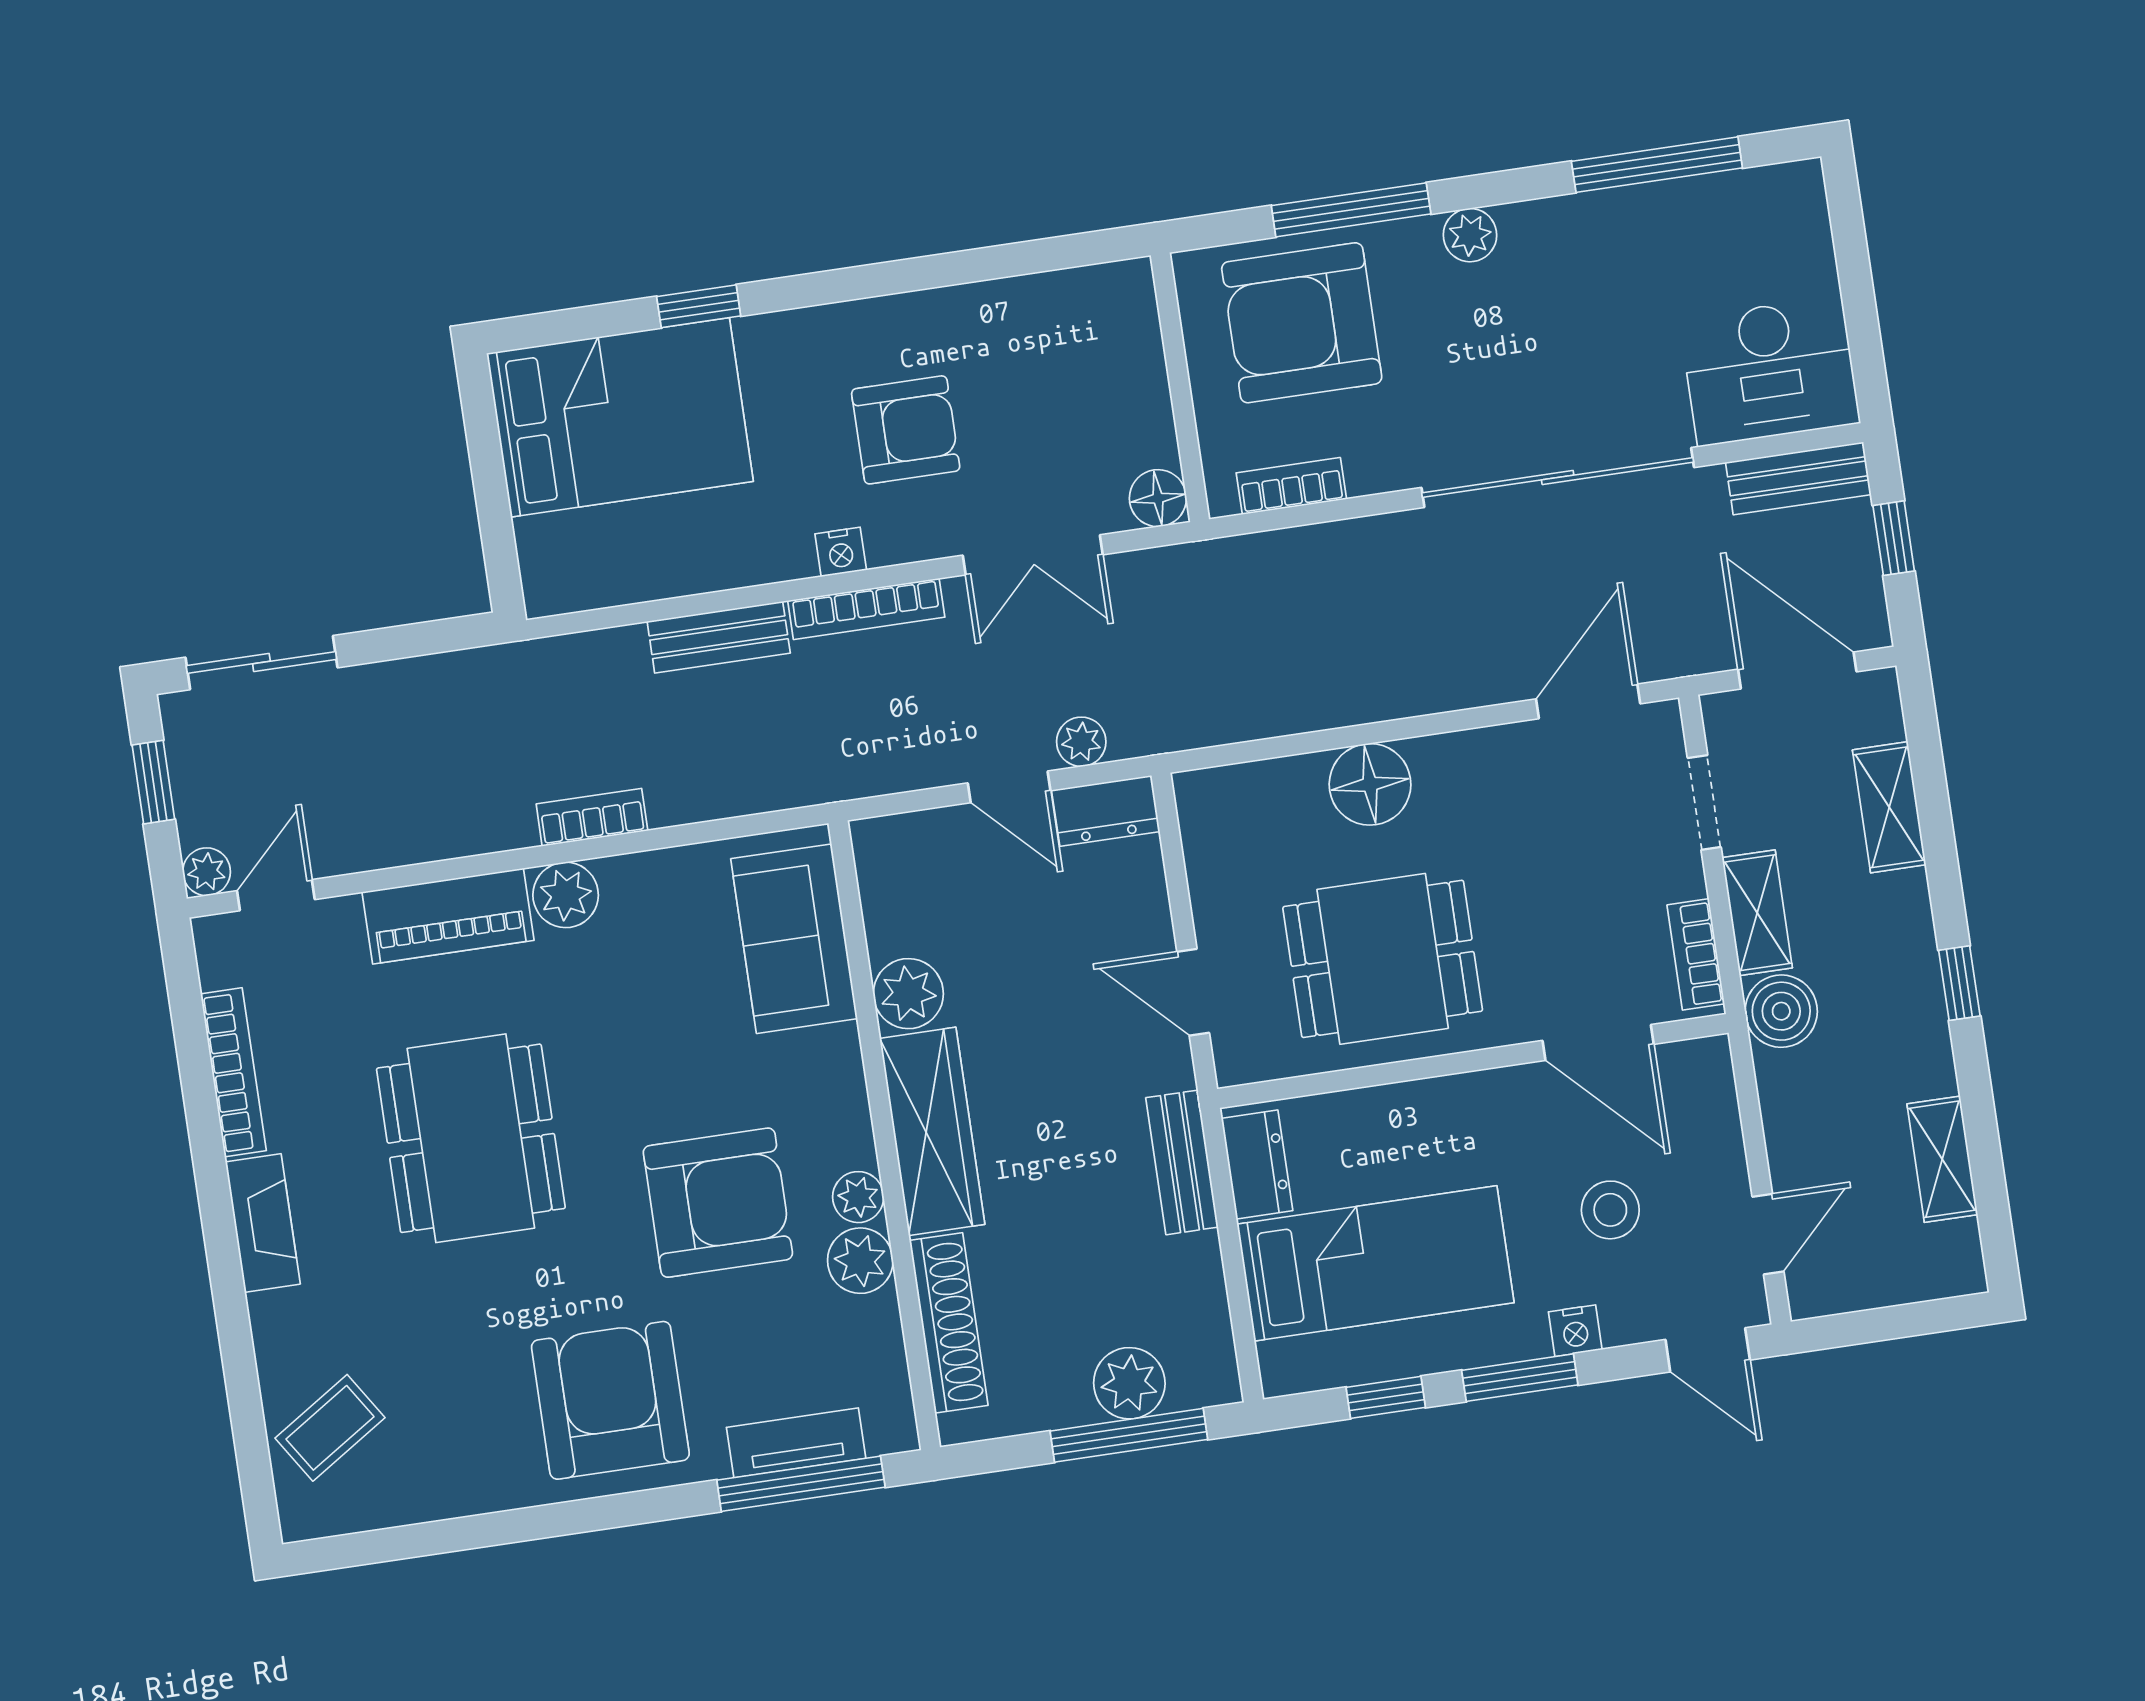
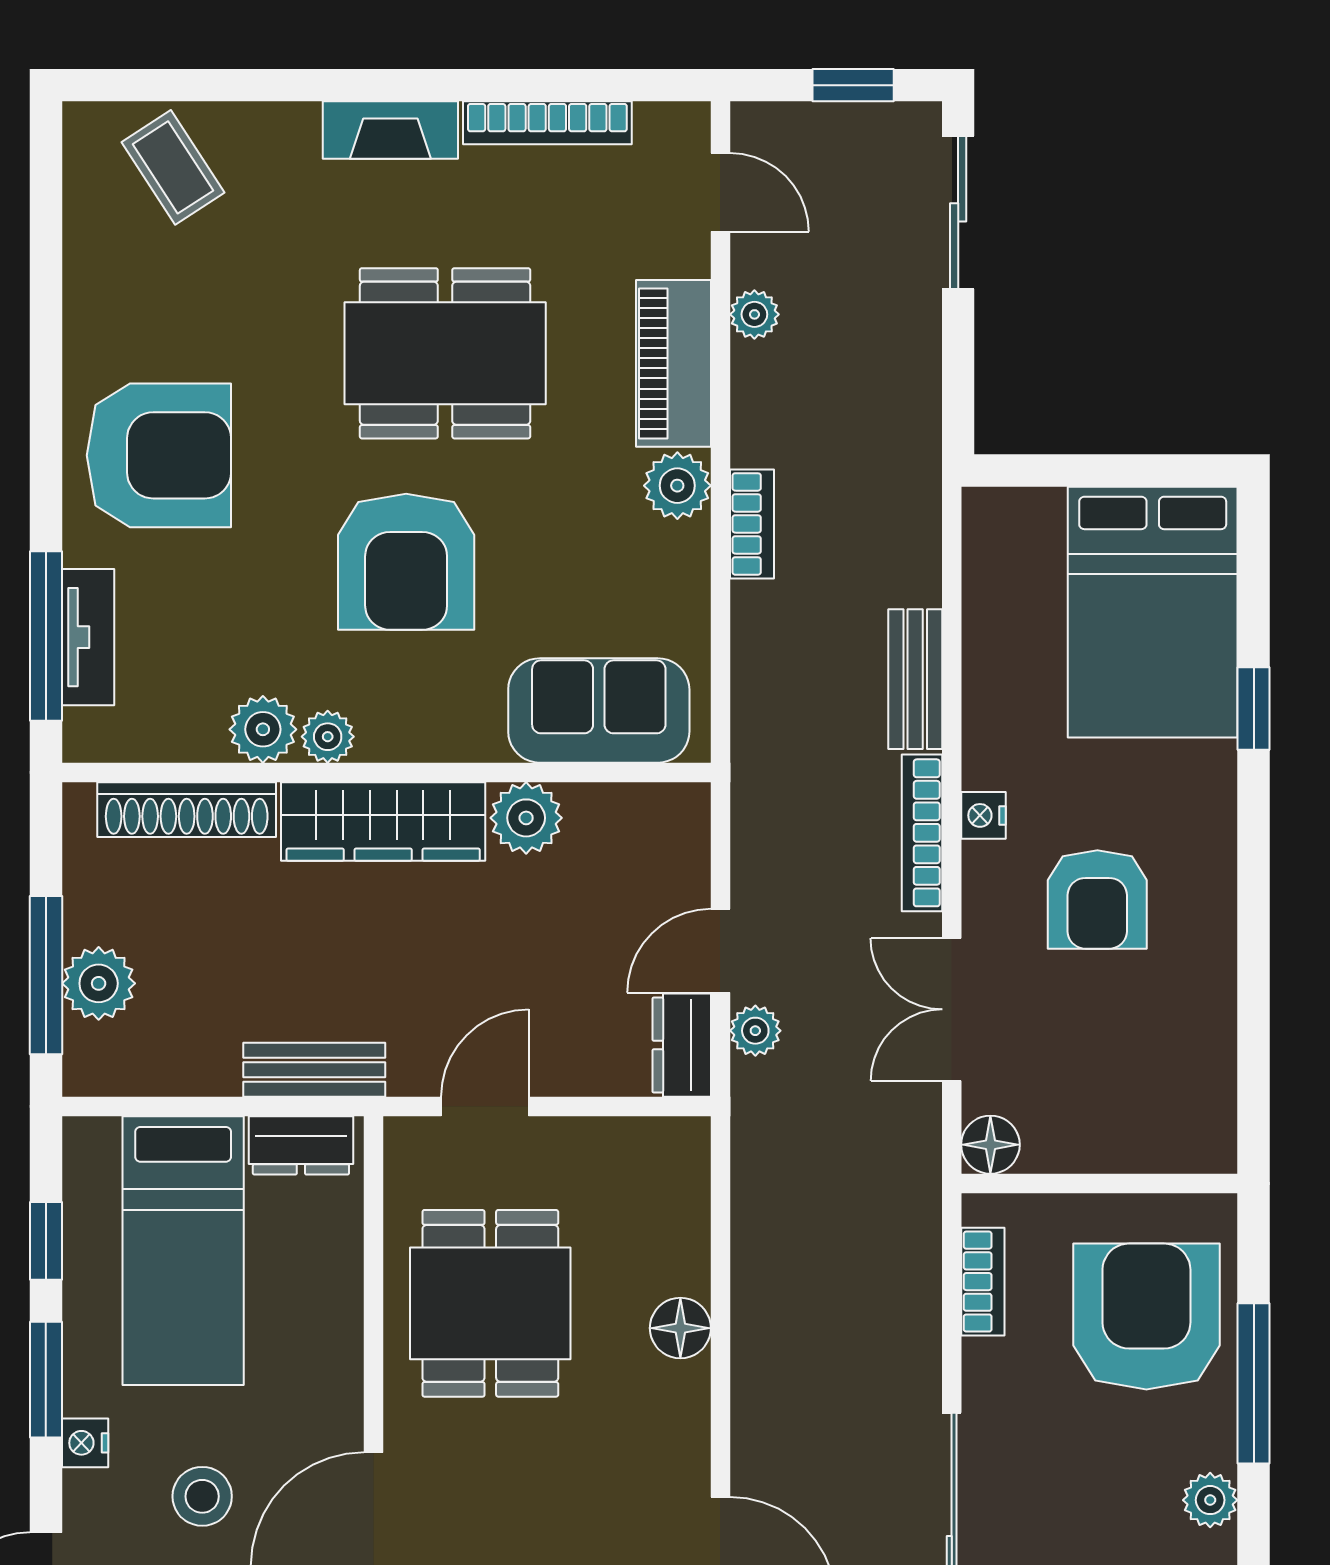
floor lamp: (1370, 784) -> (680, 1328), width x0.73, depth x0.73
plant: (207, 872) -> (754, 314), moved
armchair: (718, 1203) -> (406, 562), moved

